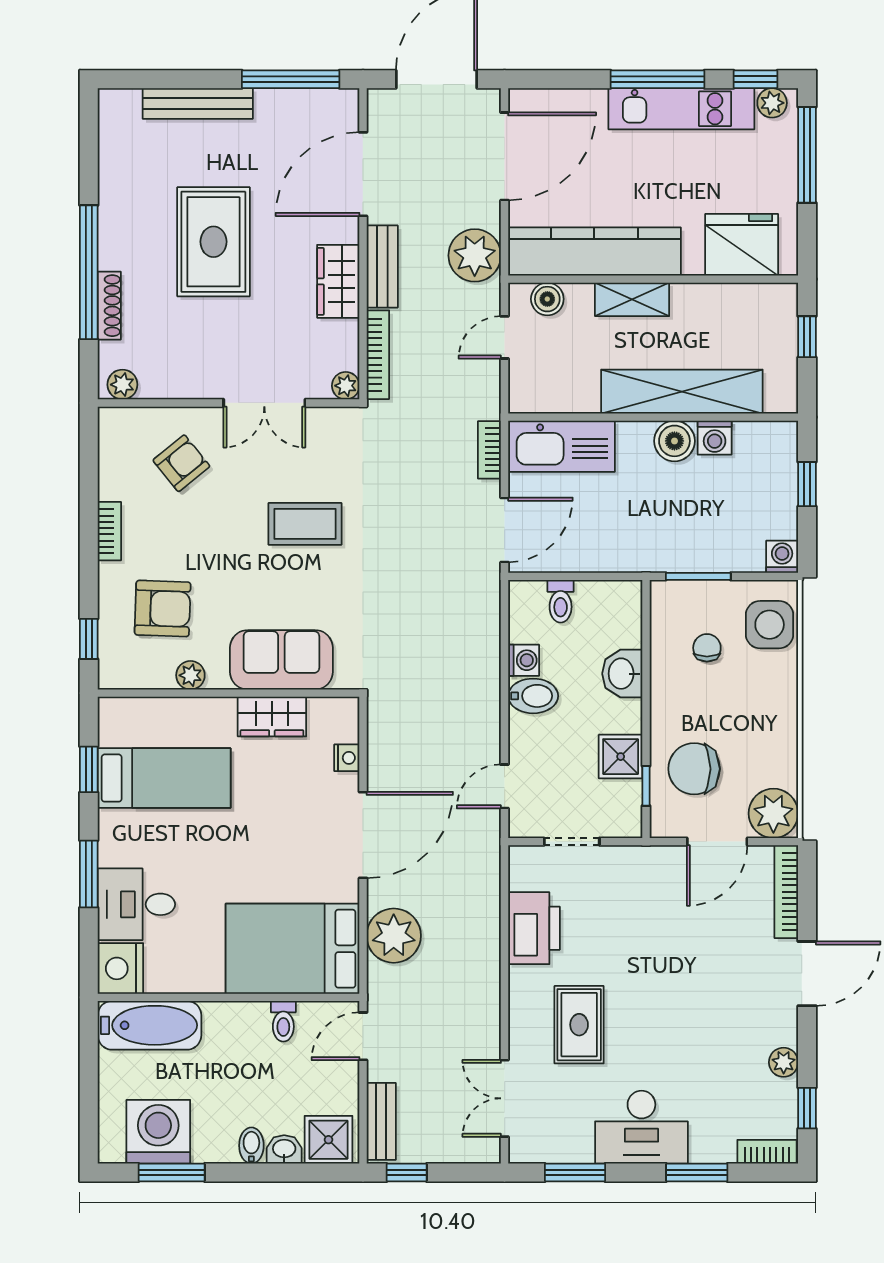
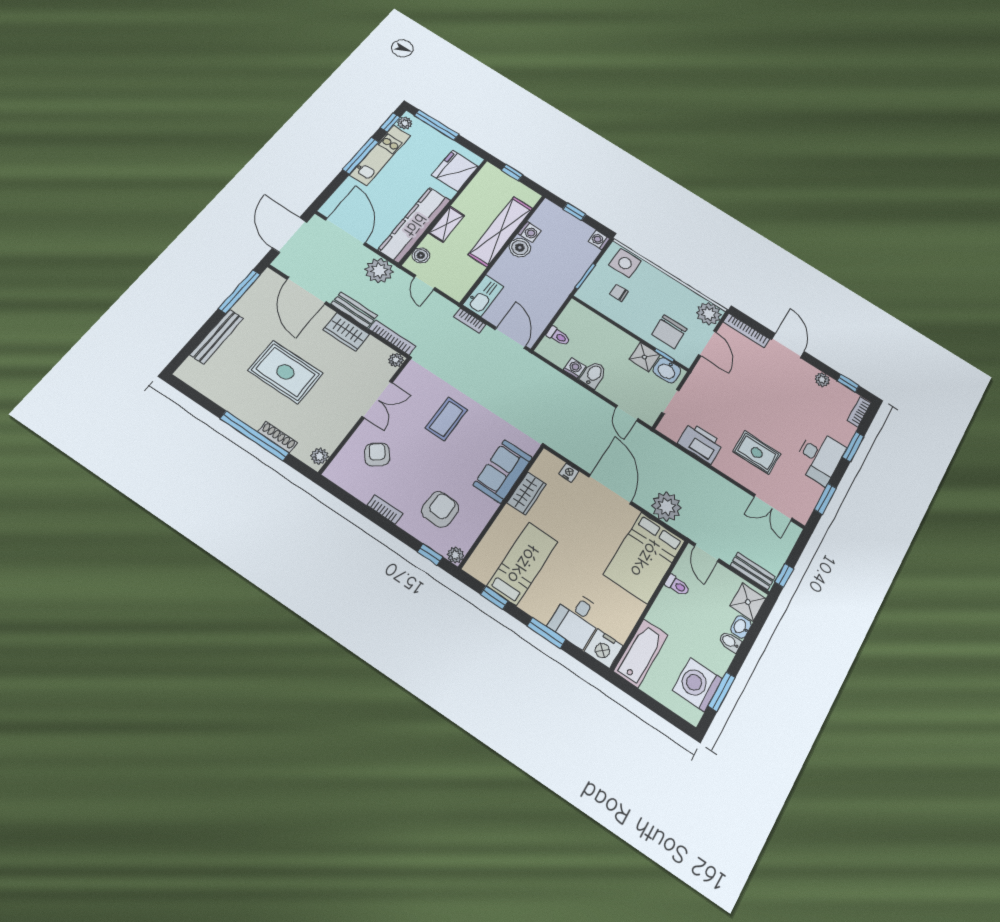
kitchen sink: (561, 446) -> (483, 296), width x0.73, depth x0.81
washbasin: (622, 674) -> (667, 370), moved
plant: (190, 675) -> (456, 555), moved

